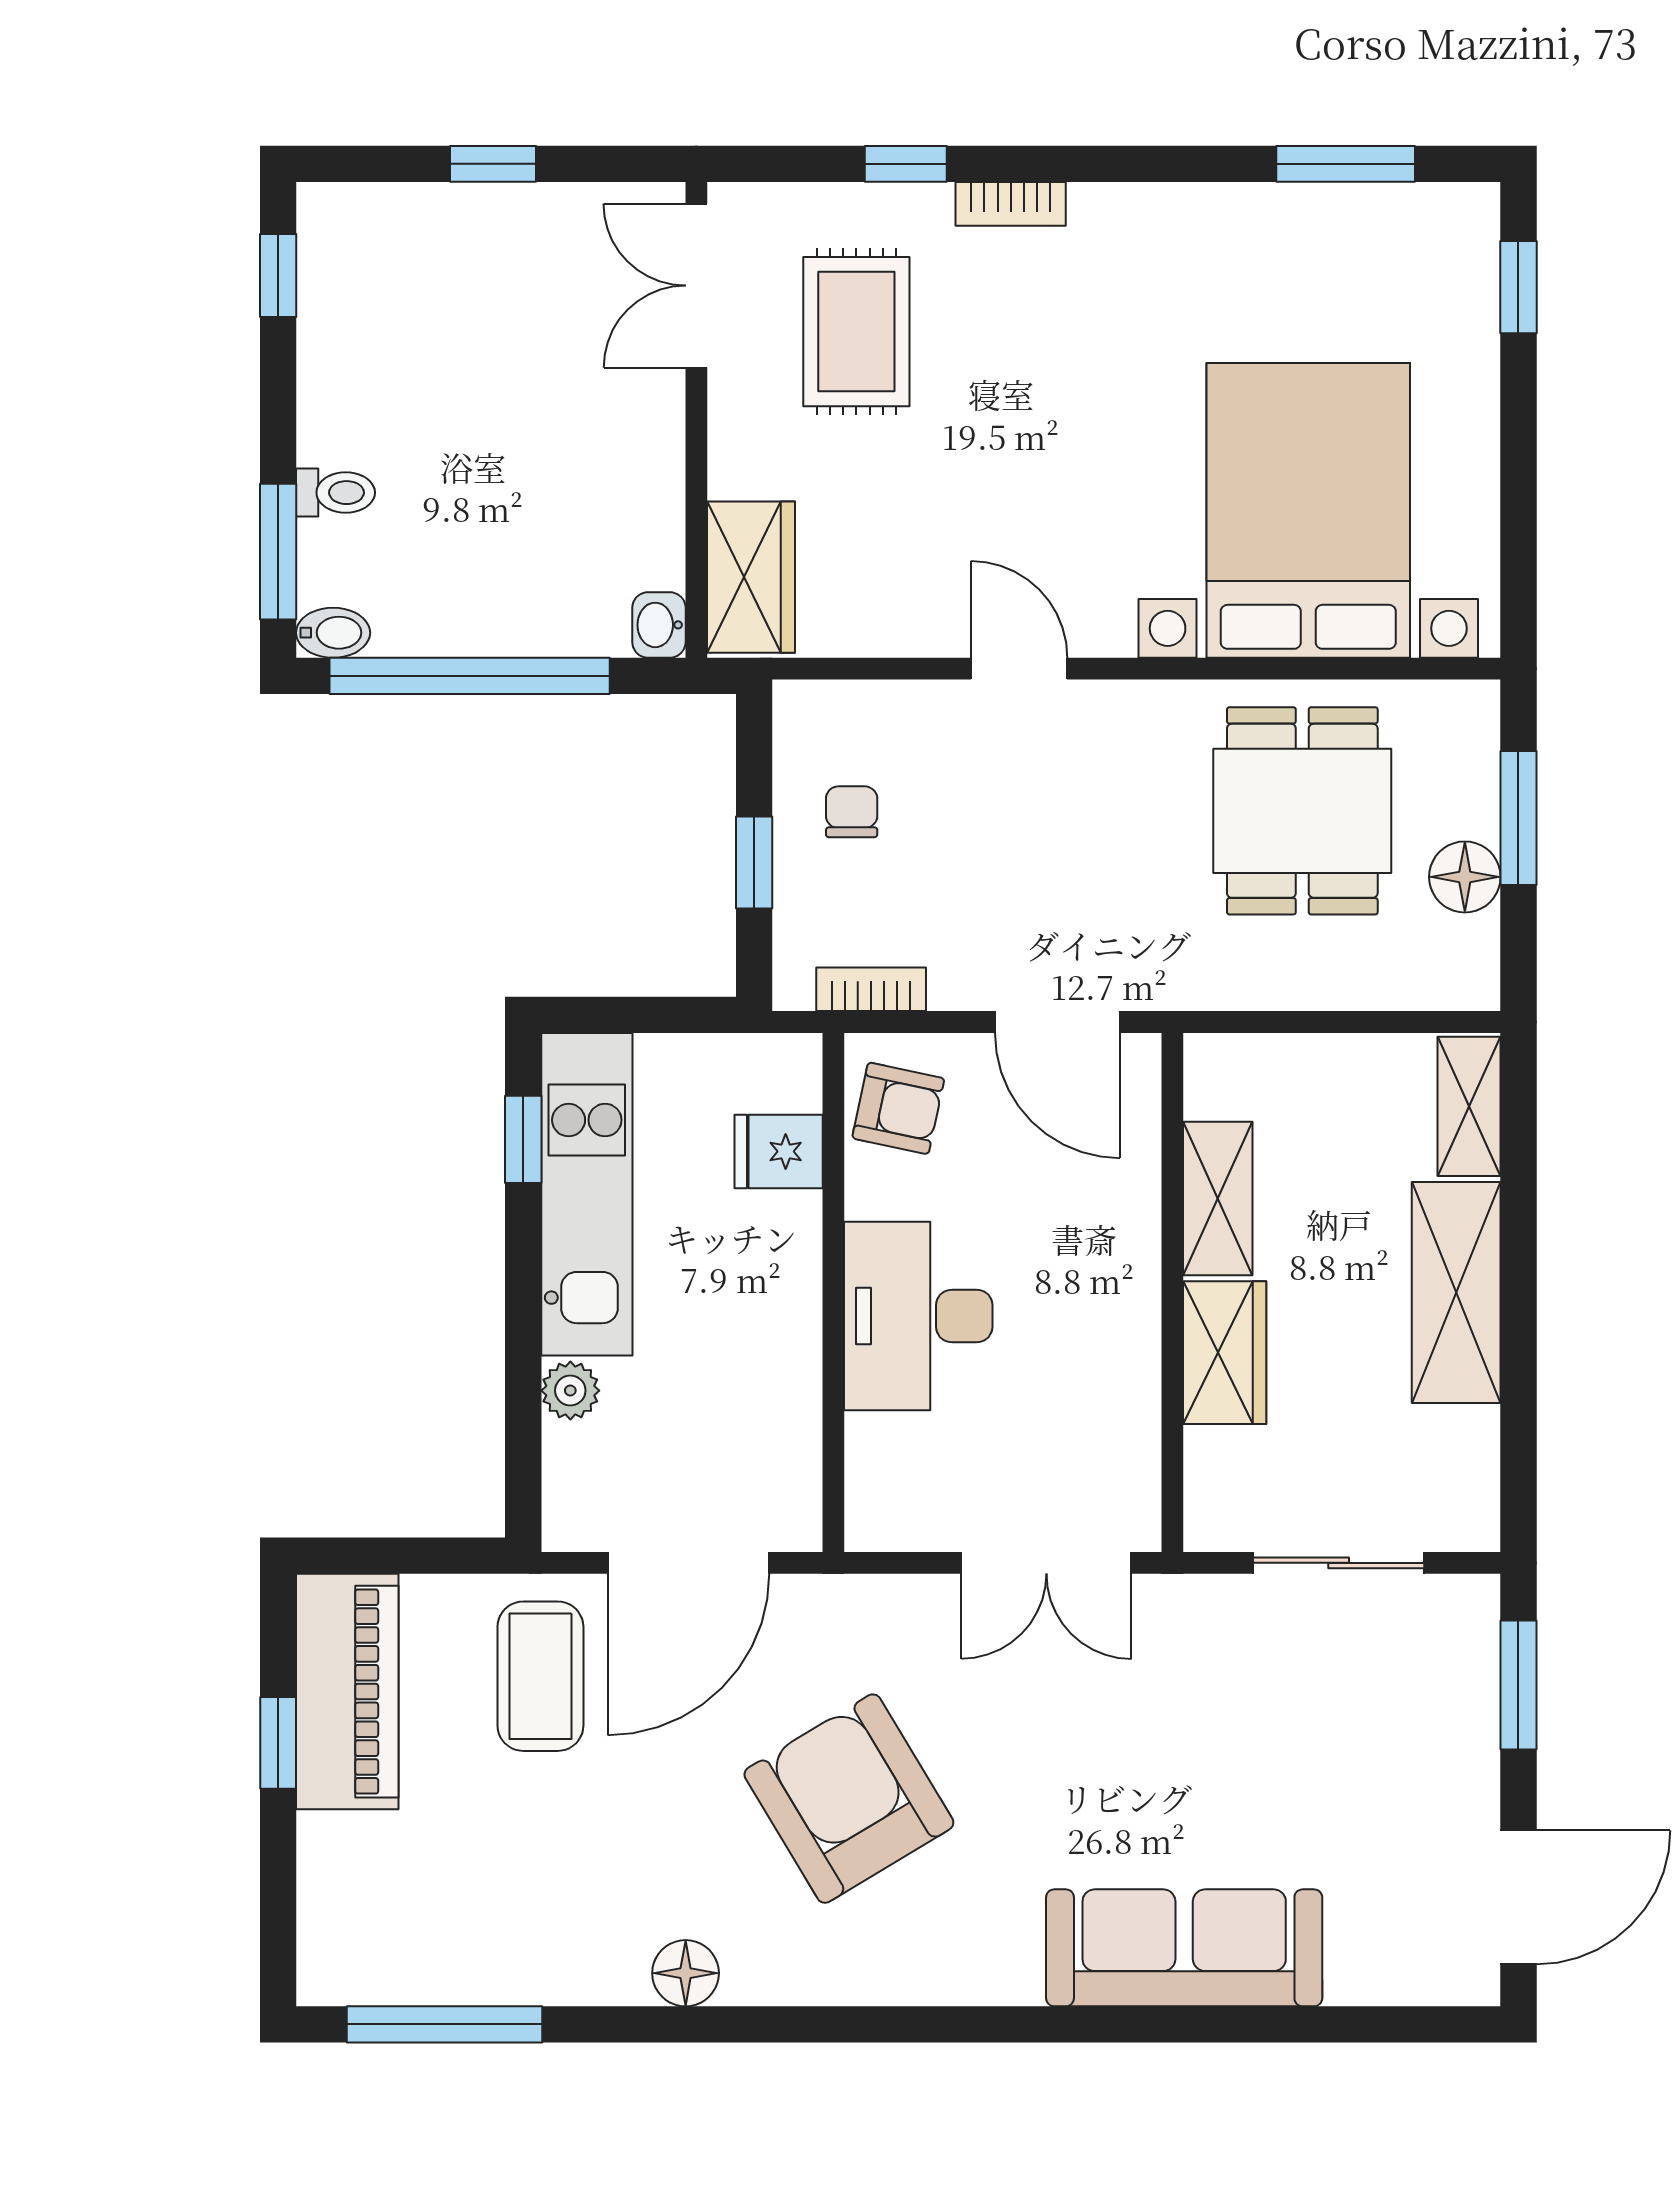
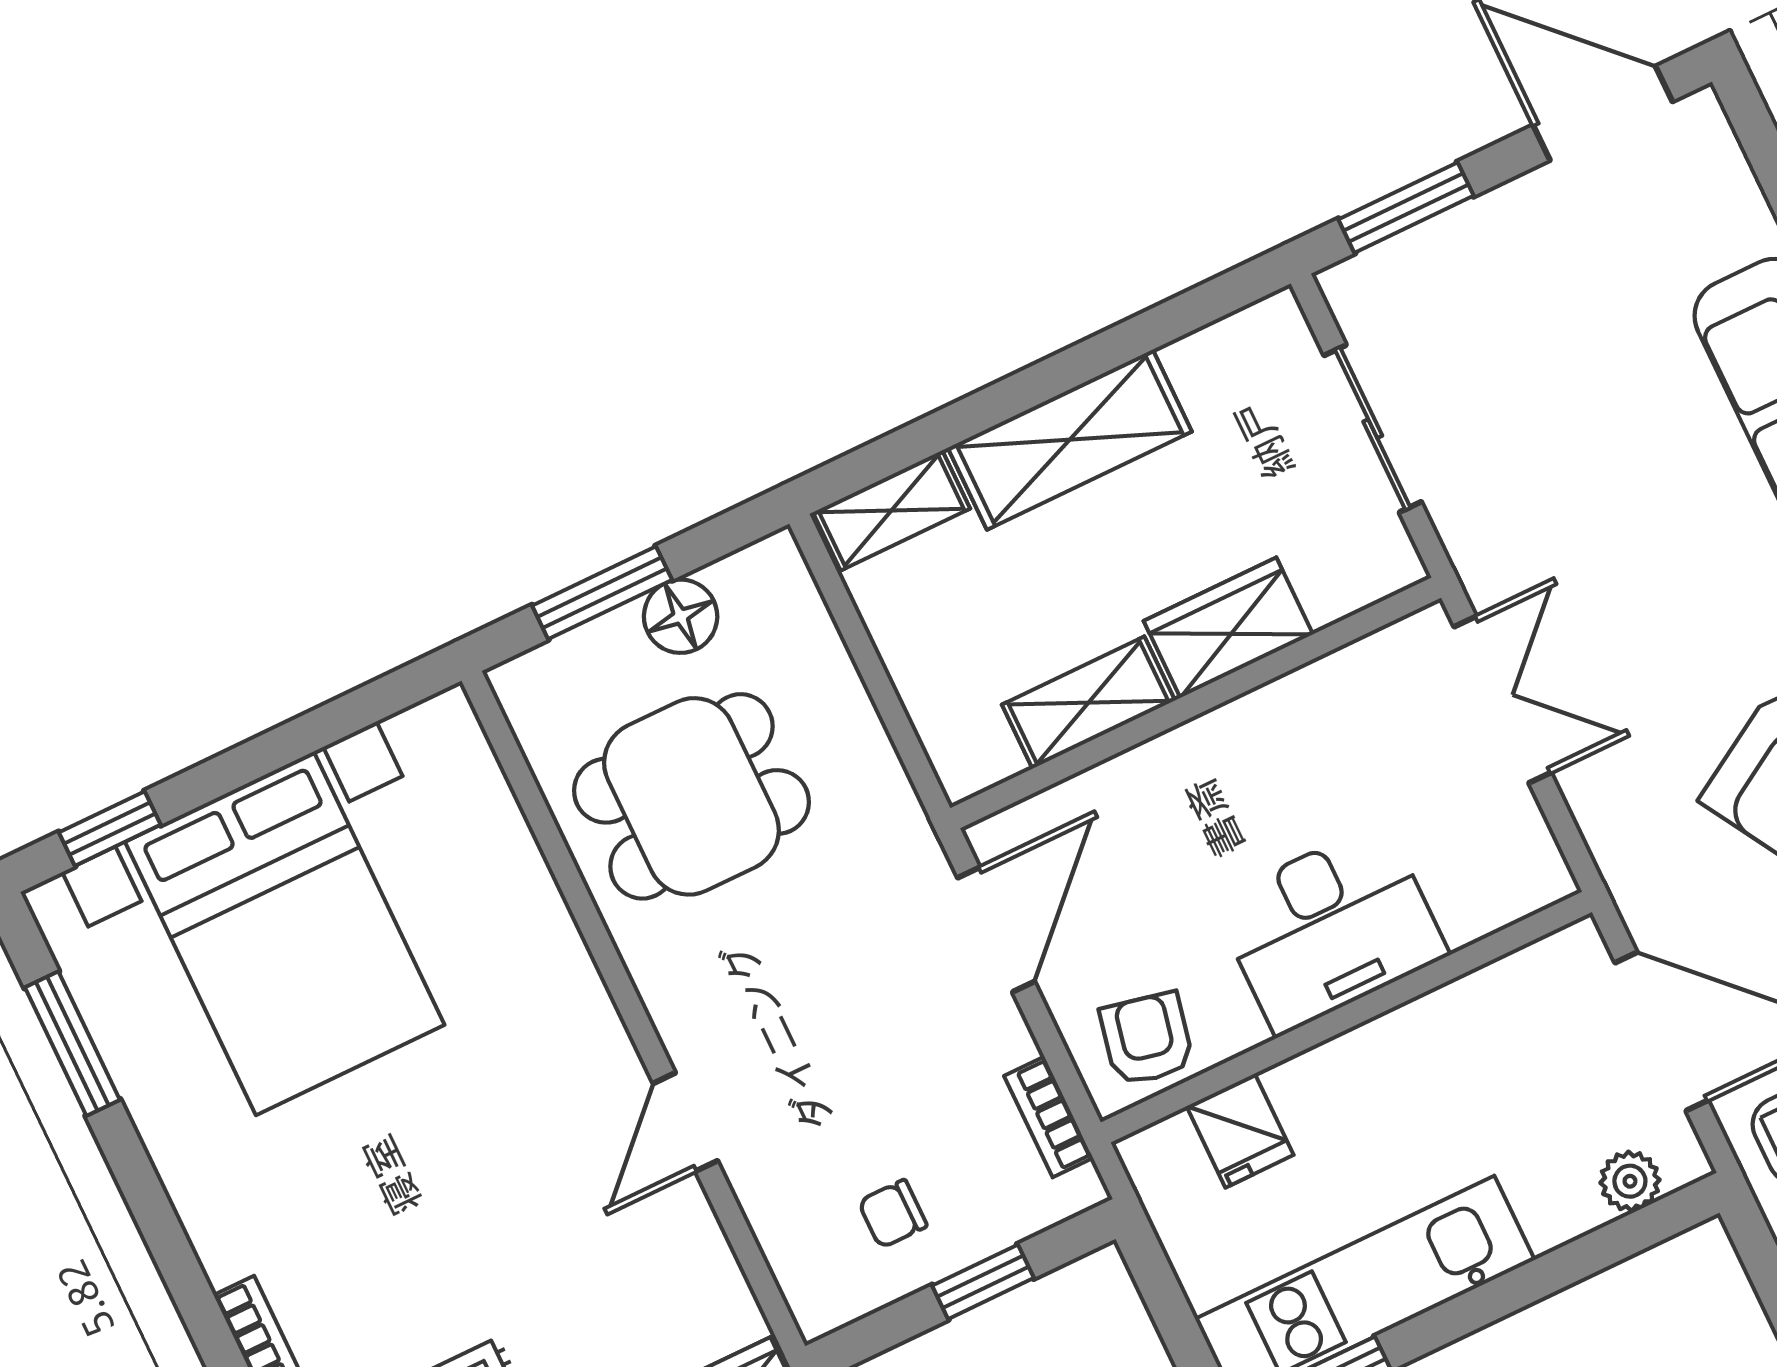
bed with nightstands: (1308, 510) -> (285, 933), moved, turned -90
plant: (570, 1391) -> (1630, 1181), moved

